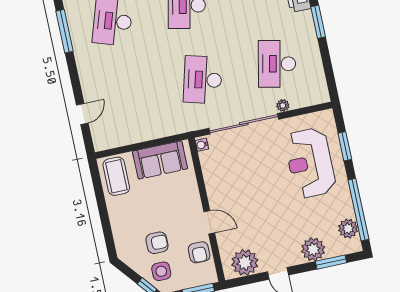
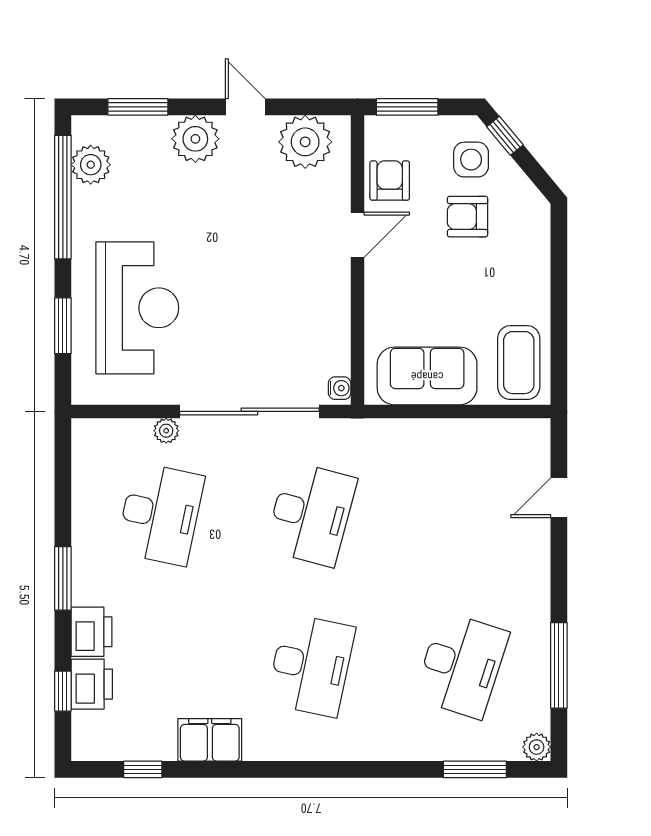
door: (209, 222) -> (357, 235), swing flipped
plant: (313, 249) -> (195, 139), moved

